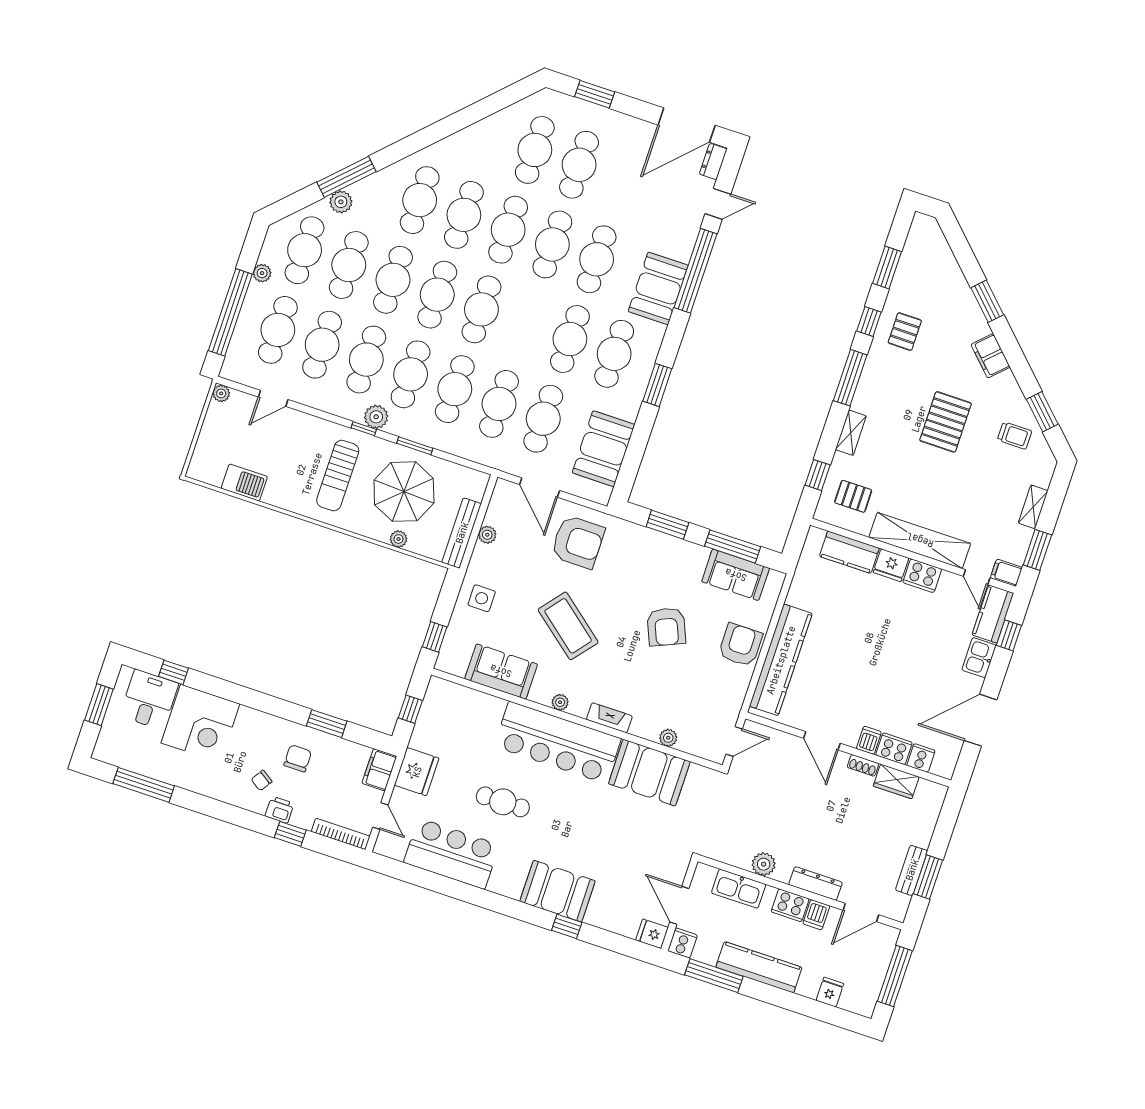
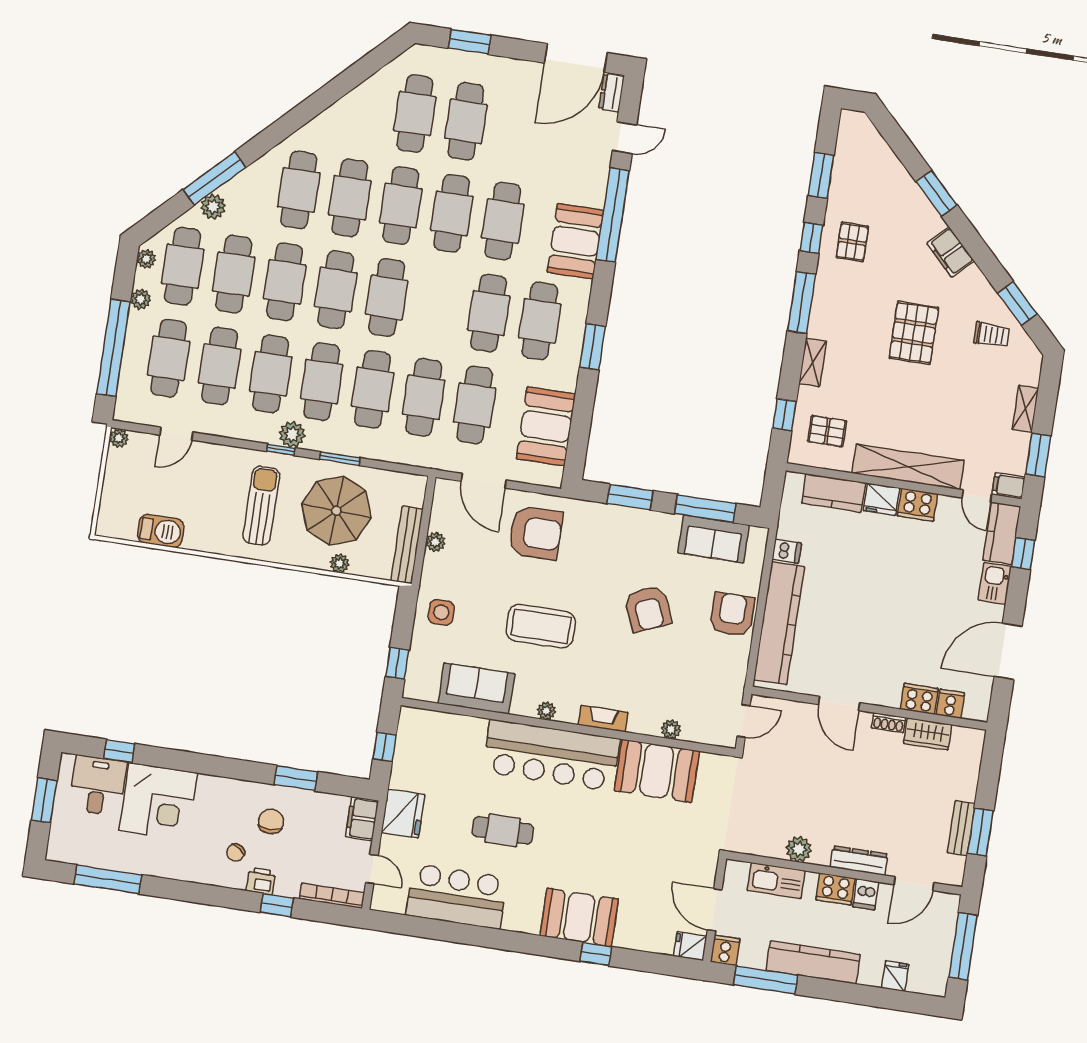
plant: (273, 238) -> (146, 259), added
sun lounger: (338, 476) -> (261, 506), turned 180
coffee table: (568, 626) -> (541, 626), turned -39
dishwasher: (869, 740) -> (787, 551), moved, turned 90

